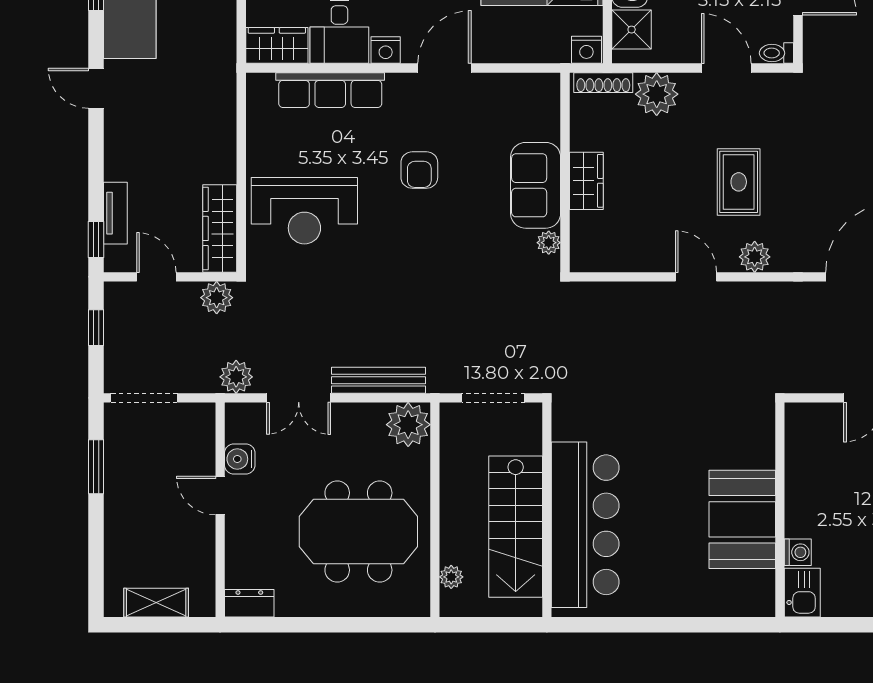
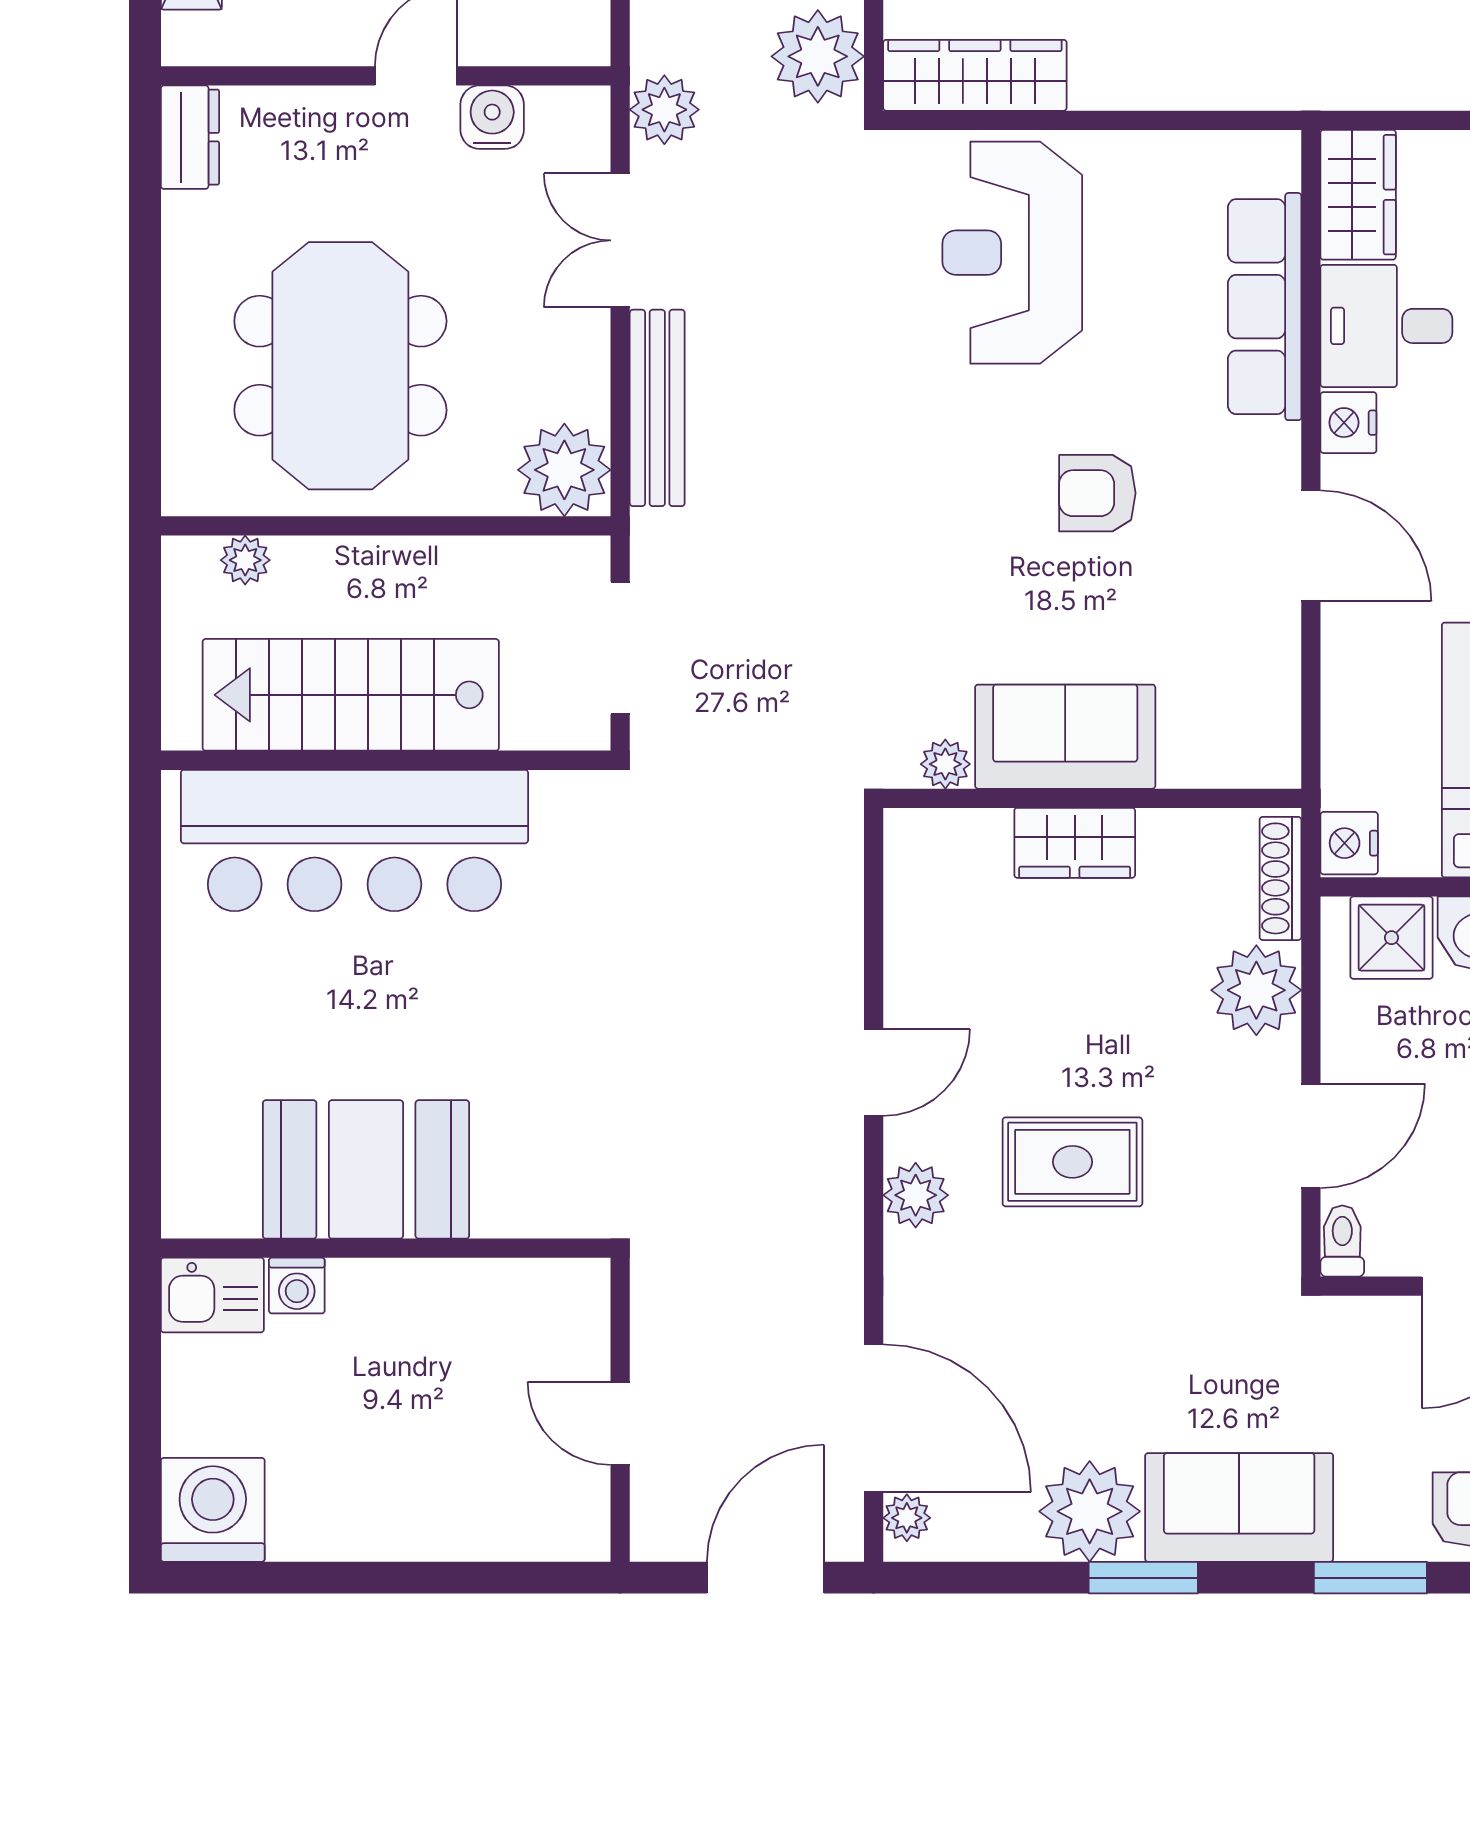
plant: (217, 298) -> (818, 56), width x1.36, depth x1.36

